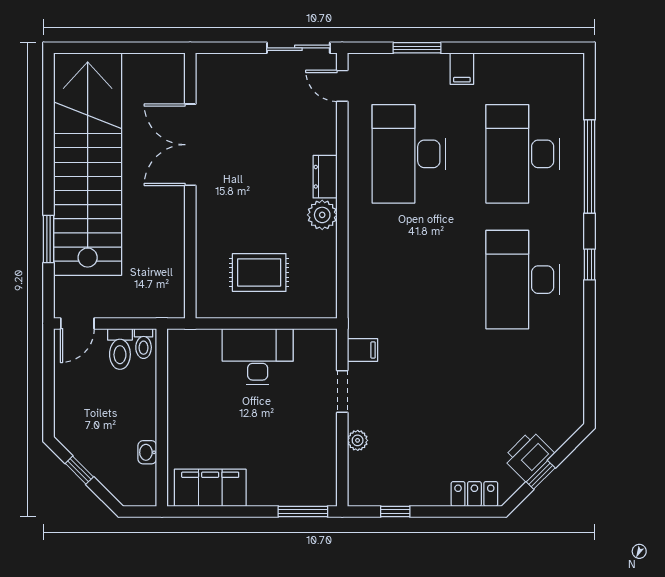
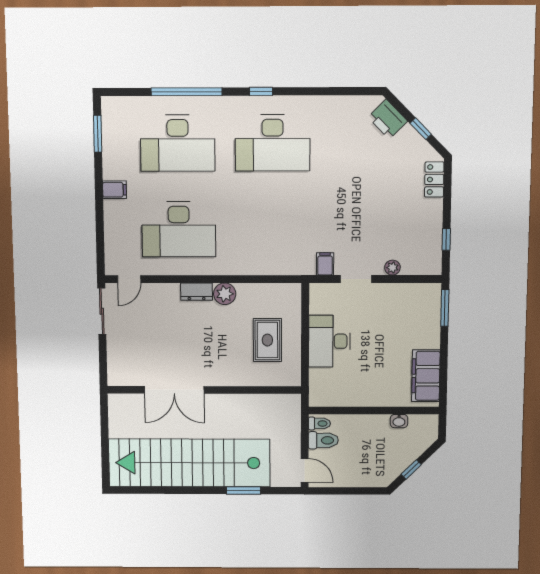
window: (417, 48) -> (98, 134), moved
printer: (529, 456) -> (388, 119), moved

